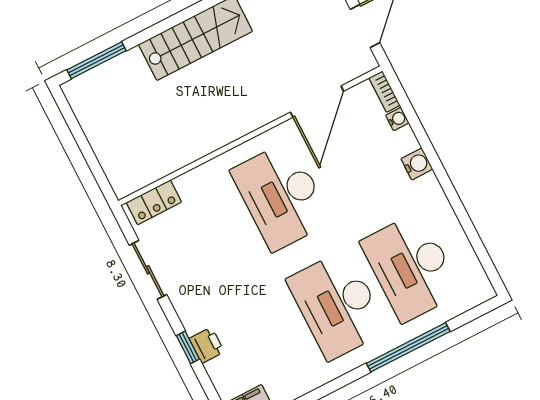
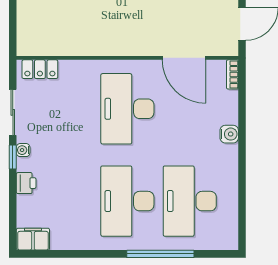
door: (317, 102) -> (184, 58), hinge flipped
water cooler: (397, 119) -> (23, 150), moved, turned 180
window: (188, 347) -> (13, 157), moved

